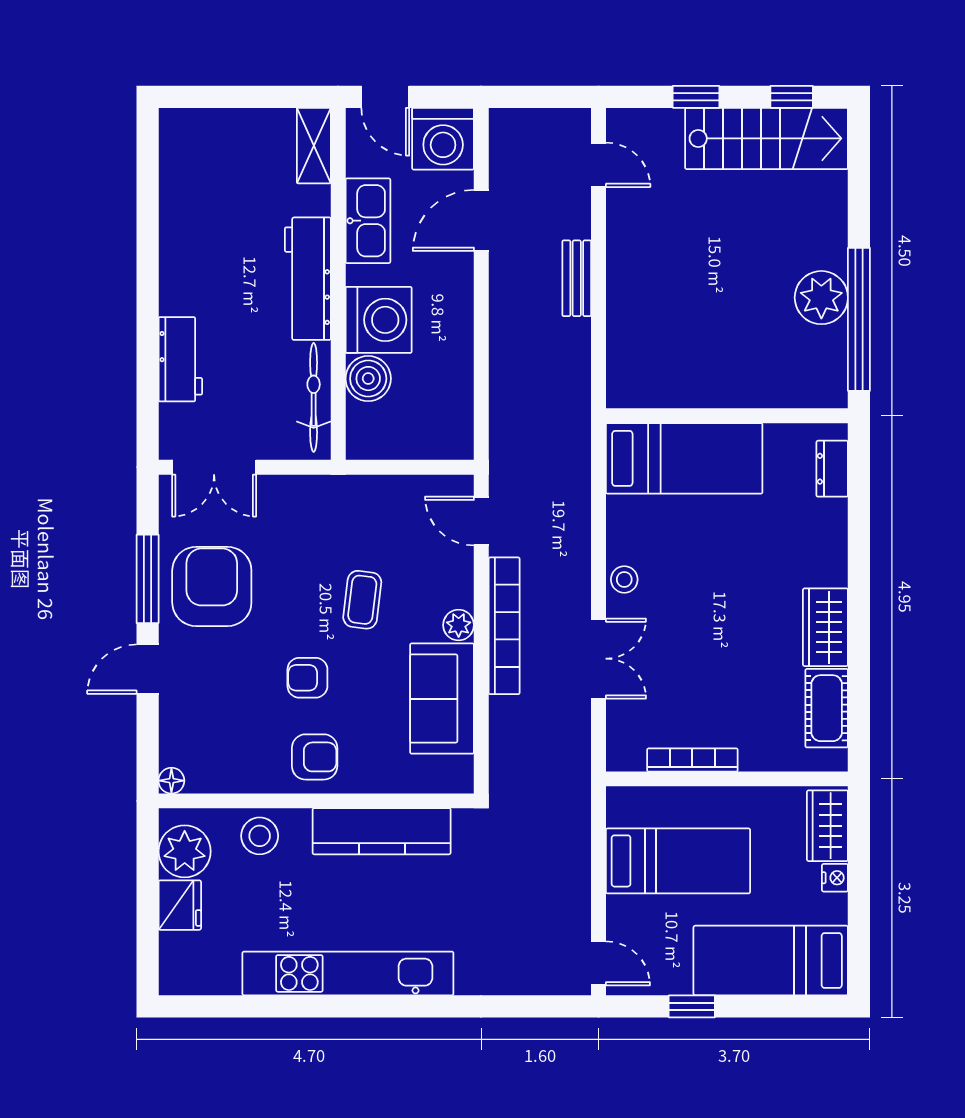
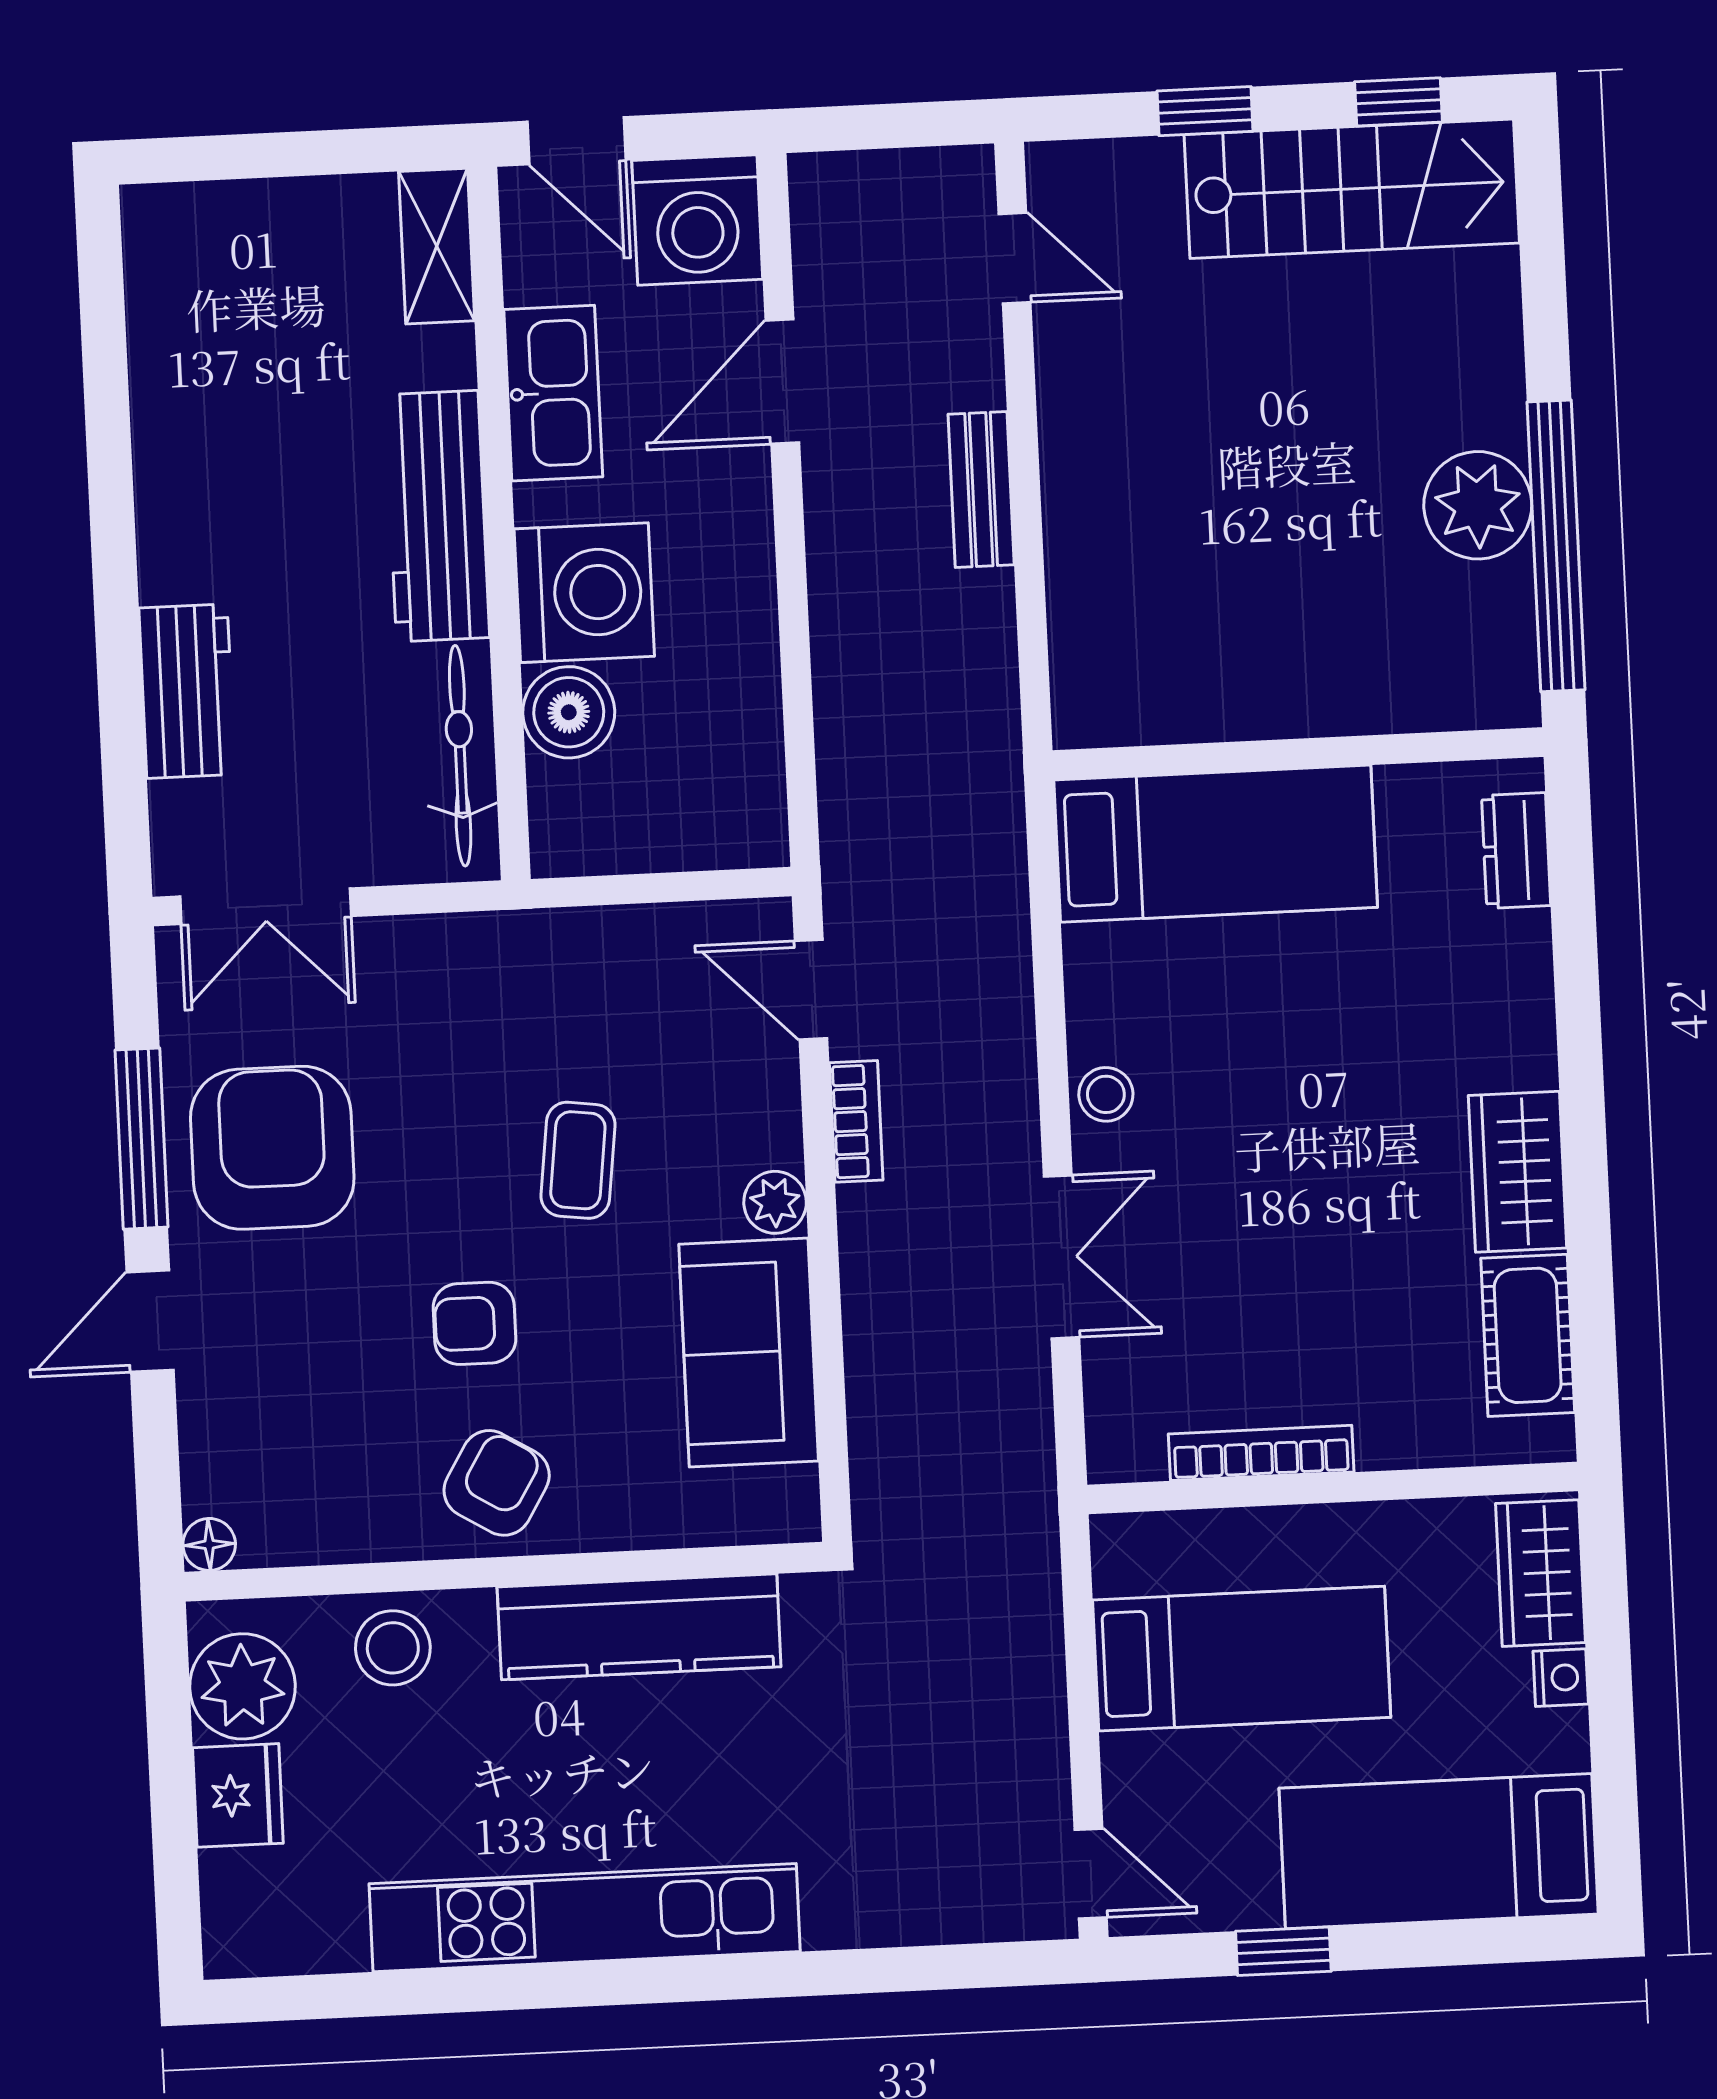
bookcase: (504, 626) -> (856, 1121), width x0.43, depth x0.76
armchair: (315, 757) -> (497, 1483), turned -59

